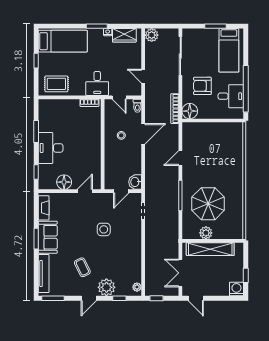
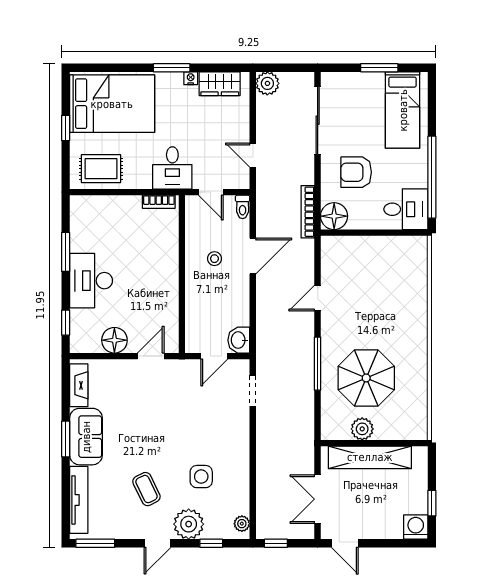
bed: (63, 41) -> (112, 104), width x1.50
desk: (231, 96) -> (406, 209), moved
side table: (104, 229) -> (201, 477), moved

